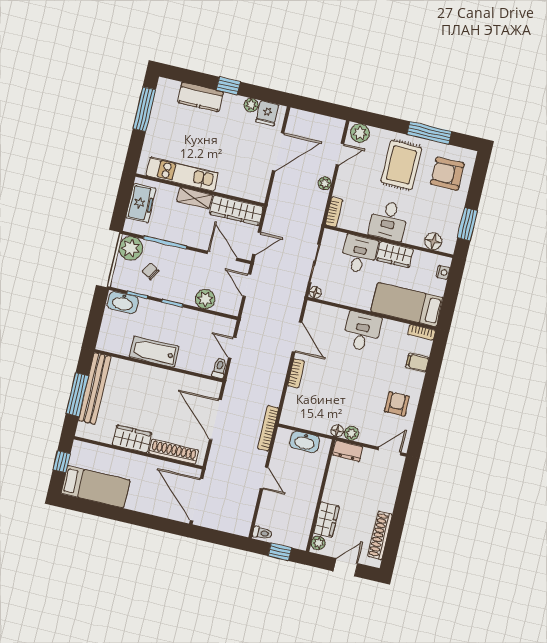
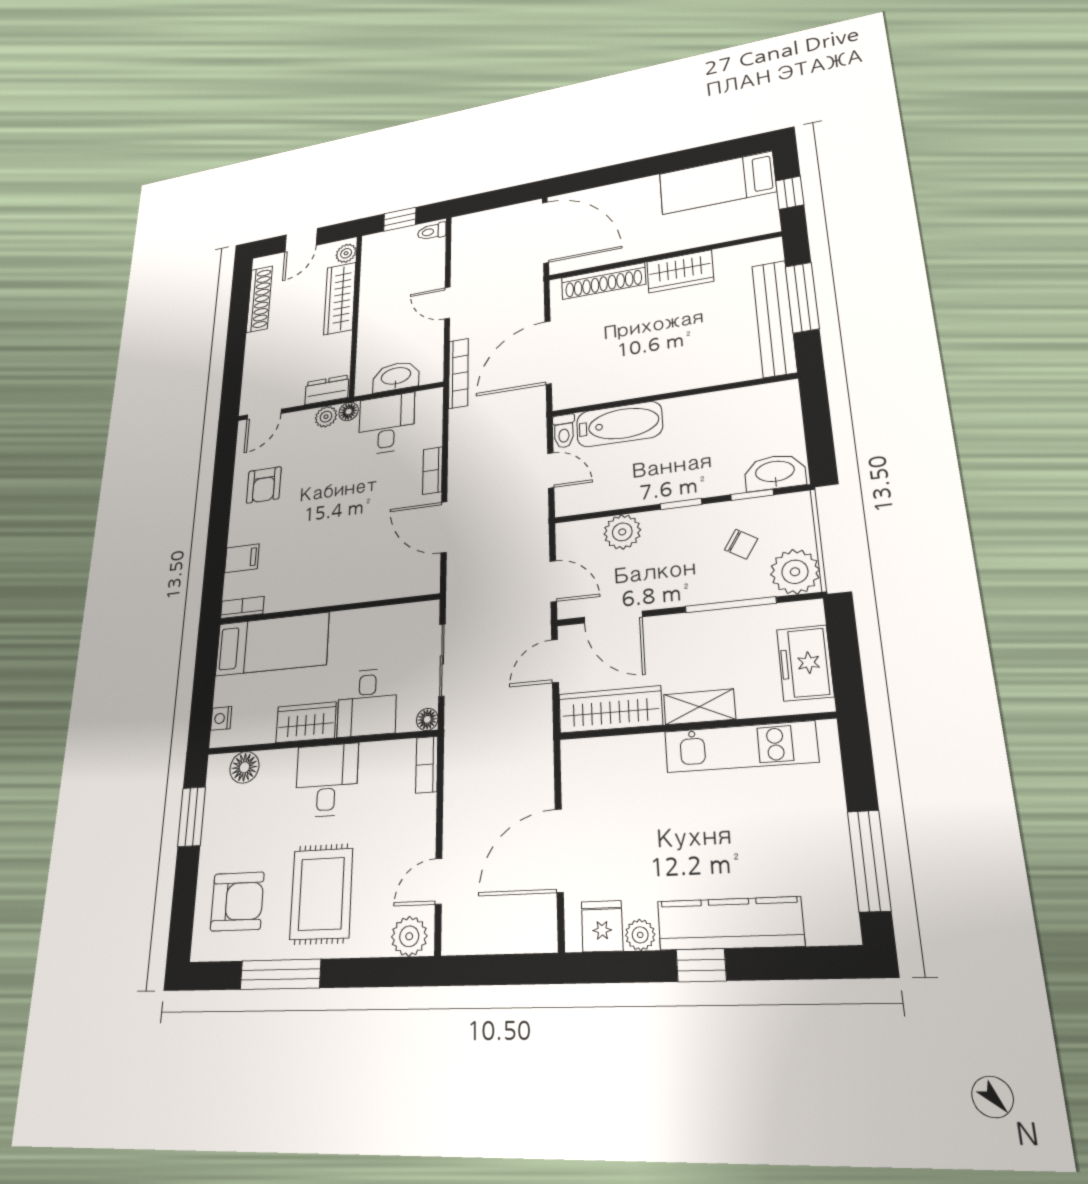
kitchen counter: (200, 97) -> (730, 923), width x1.50
plant: (325, 183) -> (455, 814), removed
floor lamp: (315, 293) -> (427, 719), moved
desk: (362, 332) -> (387, 424), moved, turned 180
bathtub: (154, 352) -> (619, 424), moved
door: (215, 420) -> (548, 353), swing flipped
wardrobe: (326, 520) -> (340, 298), width x1.50

